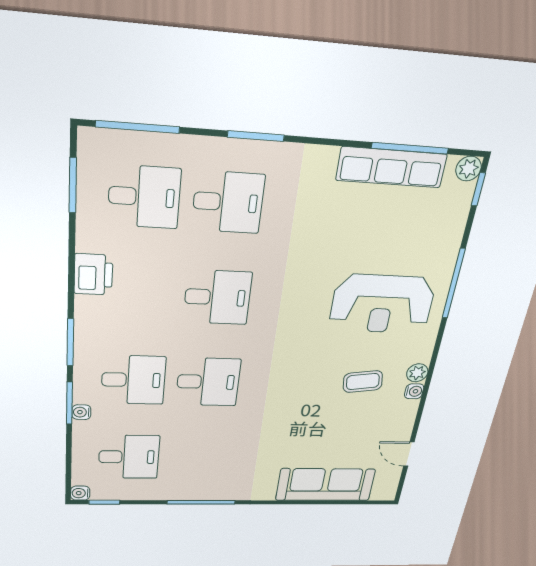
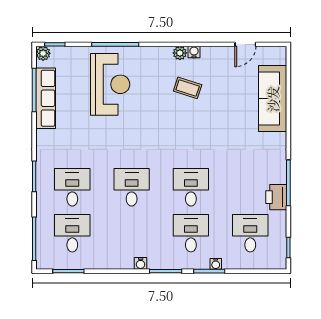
printer: (93, 274) -> (276, 197), moved, turned -90
reception desk: (382, 304) -> (110, 84), moved
coffee table: (363, 382) -> (188, 88), turned -64
water cooler: (80, 493) -> (141, 263), moved

